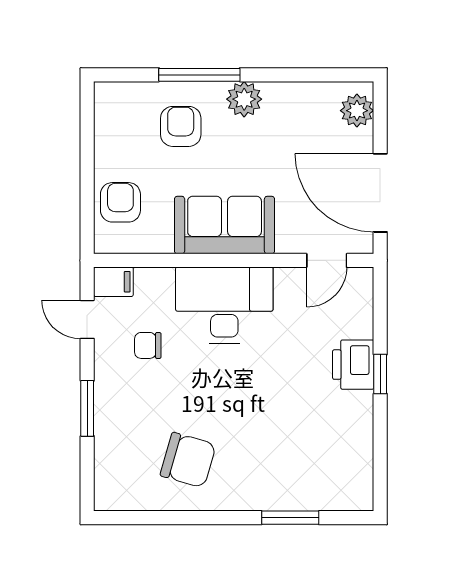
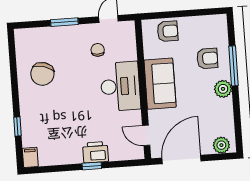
filing cabinet: (113, 282) -> (30, 157), moved, turned 180
window: (290, 518) -> (17, 127), width x0.67

